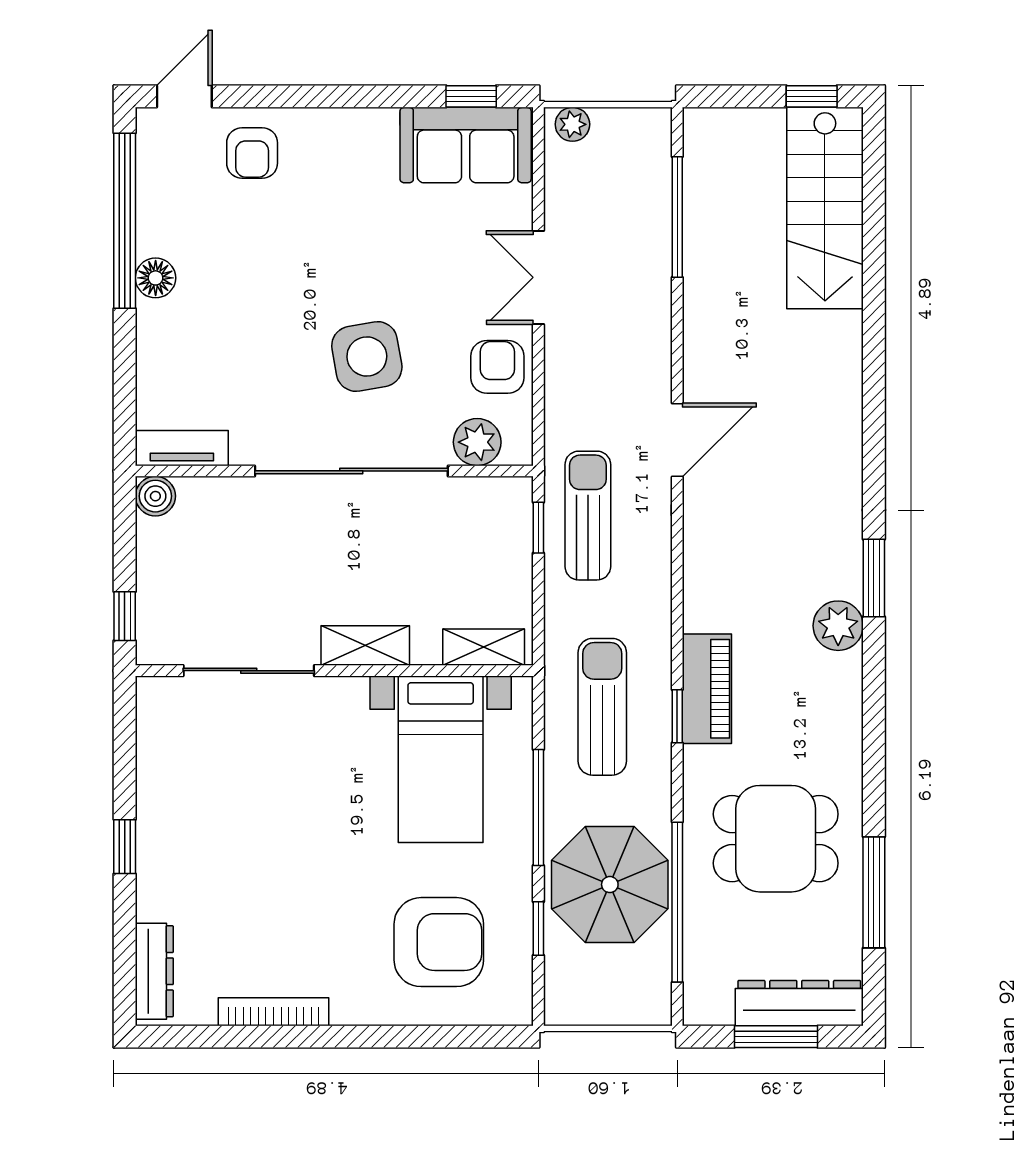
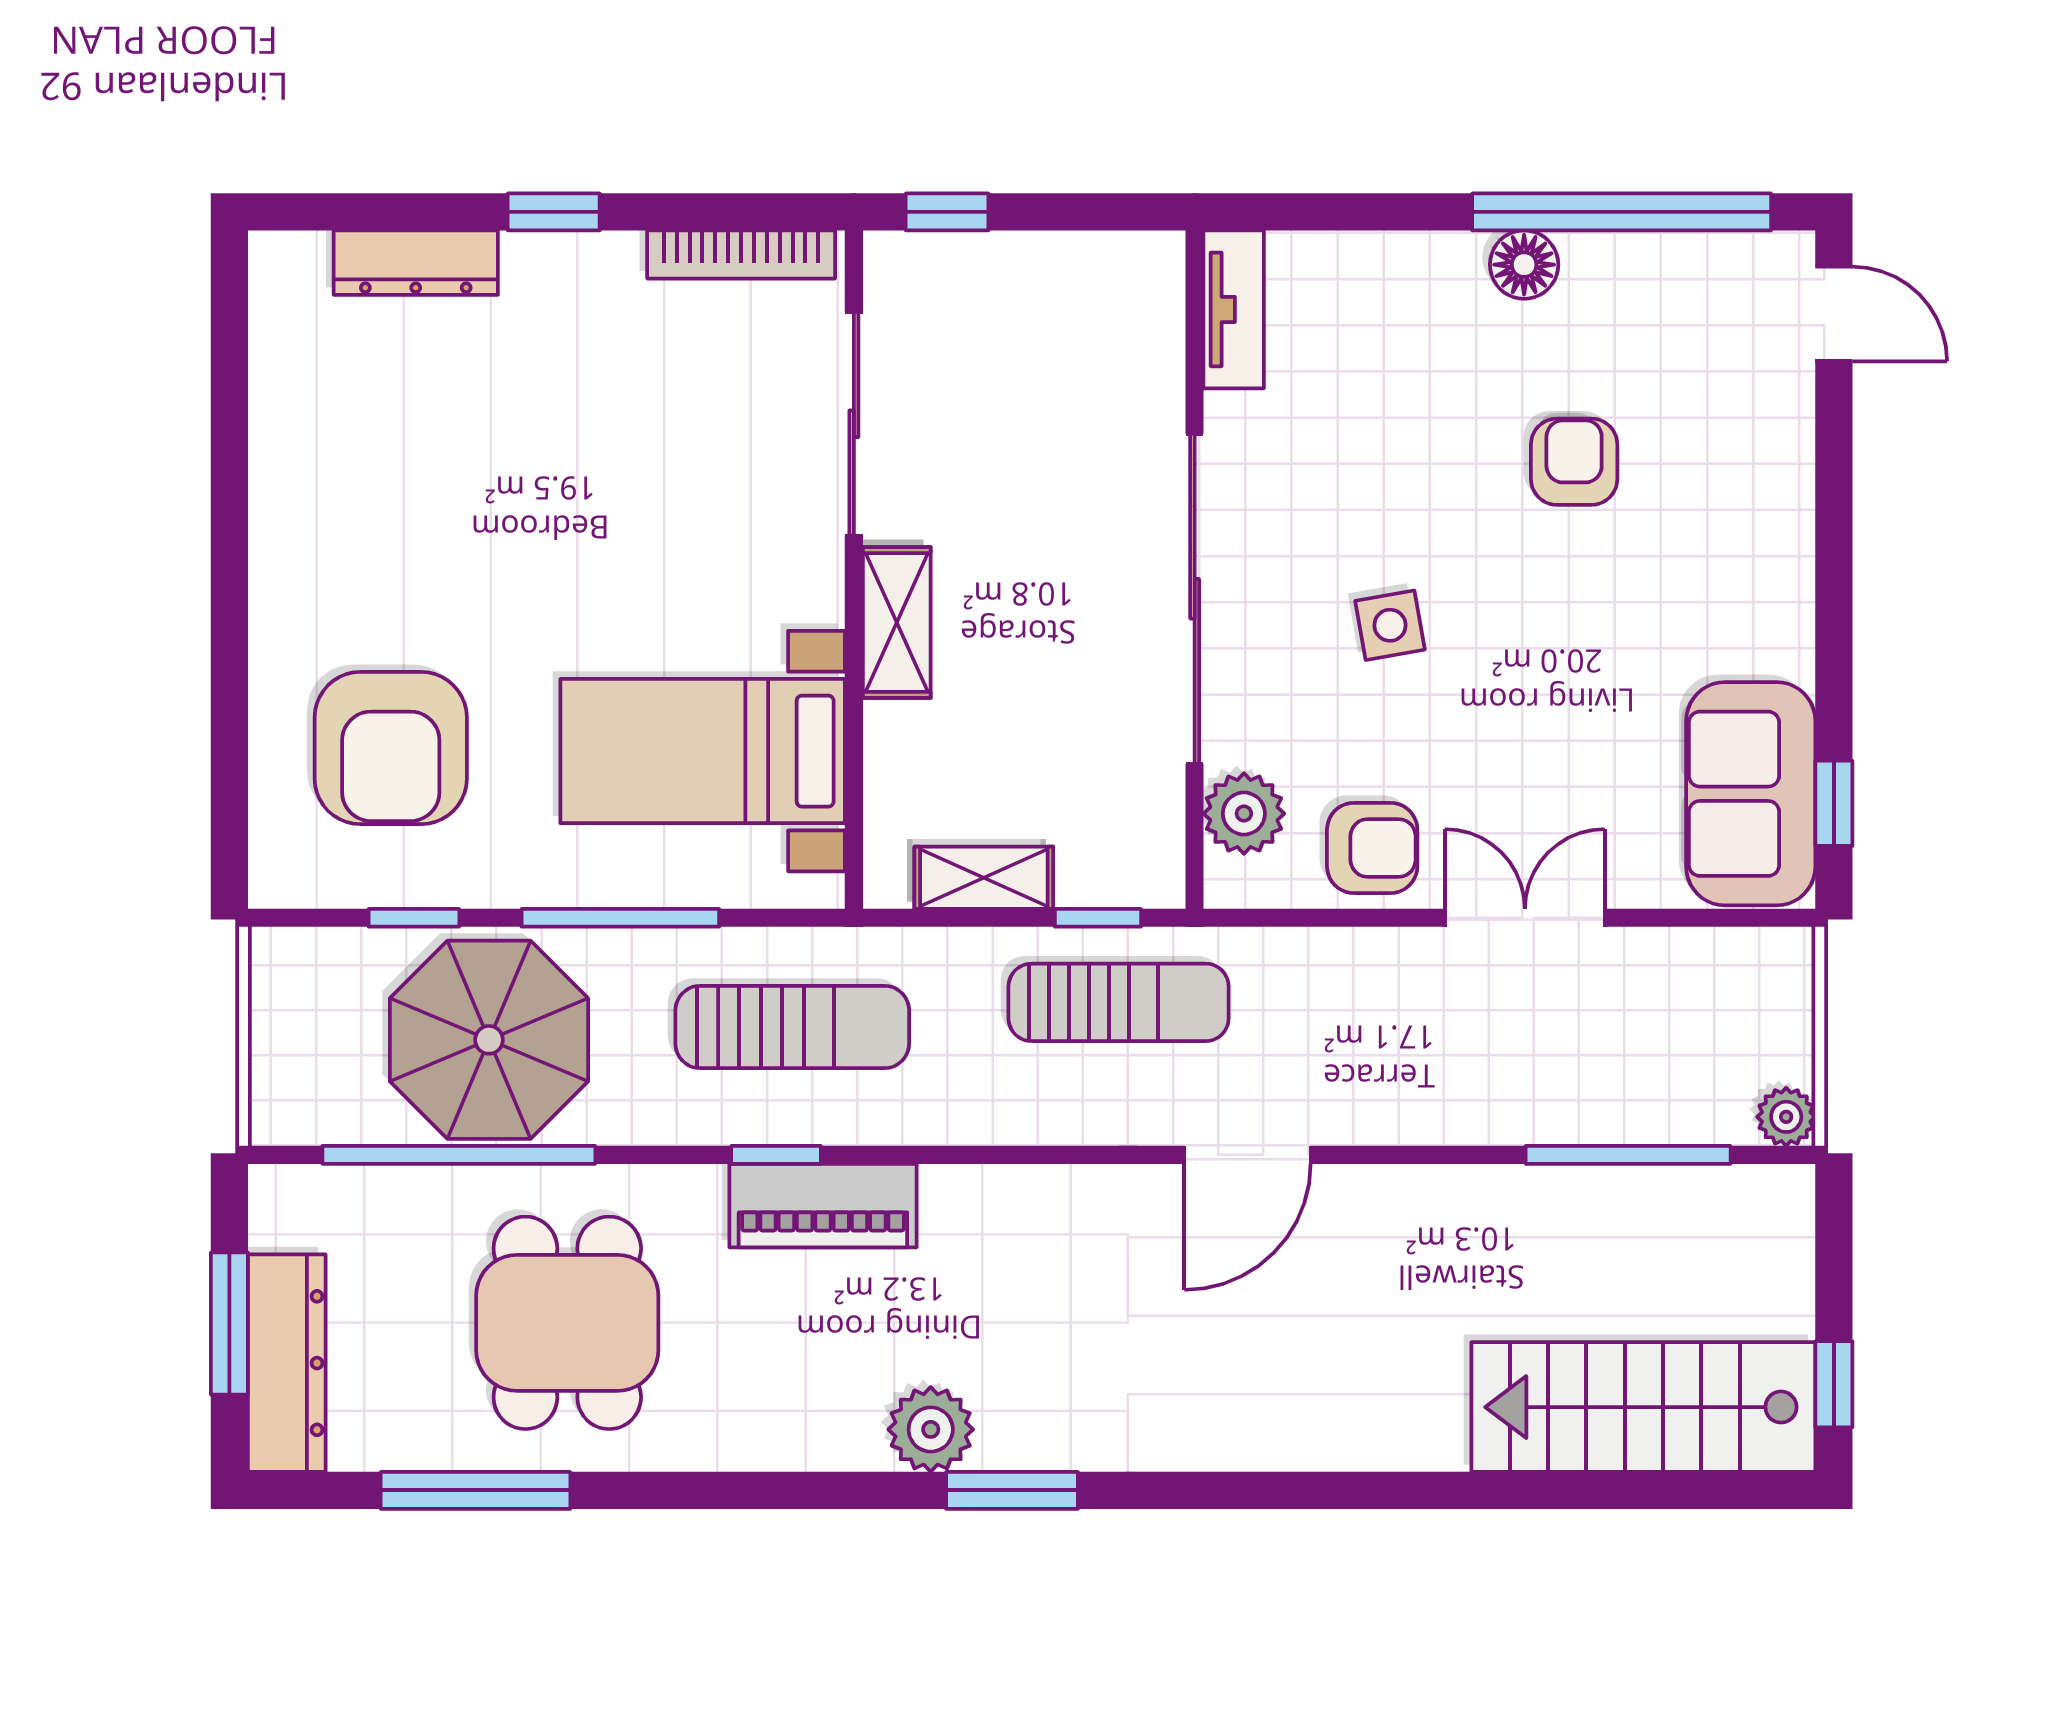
plant: (572, 124) -> (1786, 1117), moved
armchair: (252, 153) -> (1574, 462), moved, turned 90
side table: (367, 356) -> (1390, 625), width x0.54, depth x0.54
door: (677, 440) -> (1248, 1155), hinge flipped
boiler: (155, 496) -> (1152, 264), removed
shelving: (484, 647) -> (984, 878), moved, turned 90
dresser: (154, 971) -> (416, 263), moved
bookcase: (274, 1012) -> (741, 255), moved, turned 90

